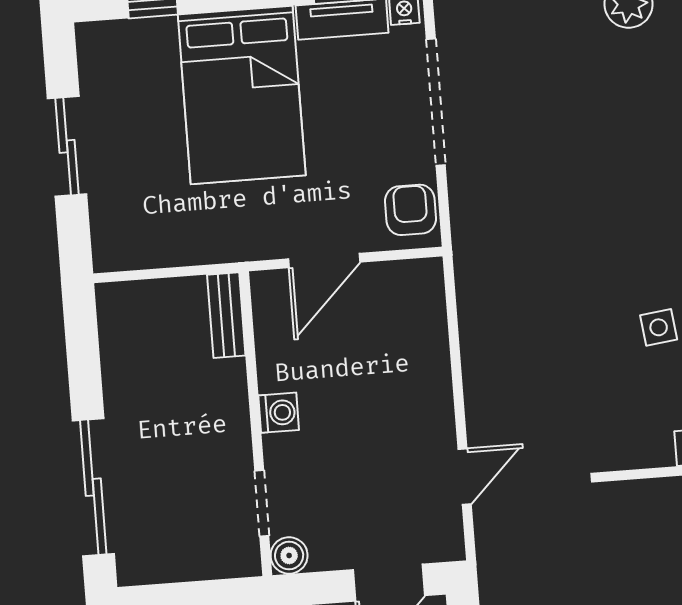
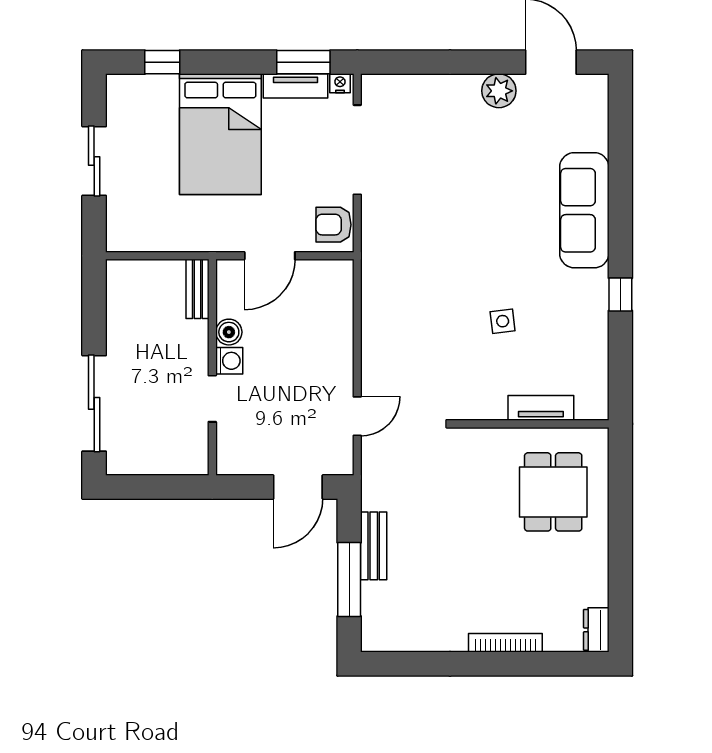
armchair: (410, 210) -> (334, 225), turned -90
doorway: (262, 503) -> (212, 399), moved
boiler: (289, 555) -> (229, 332), moved

